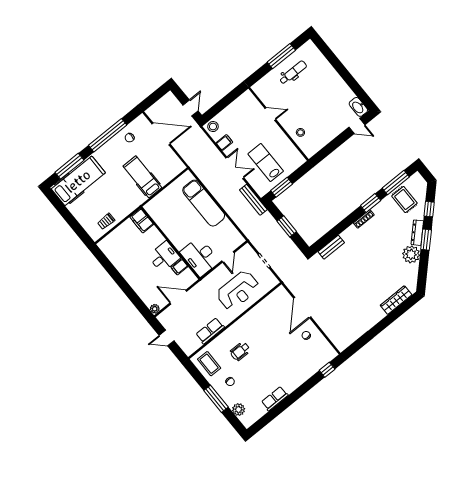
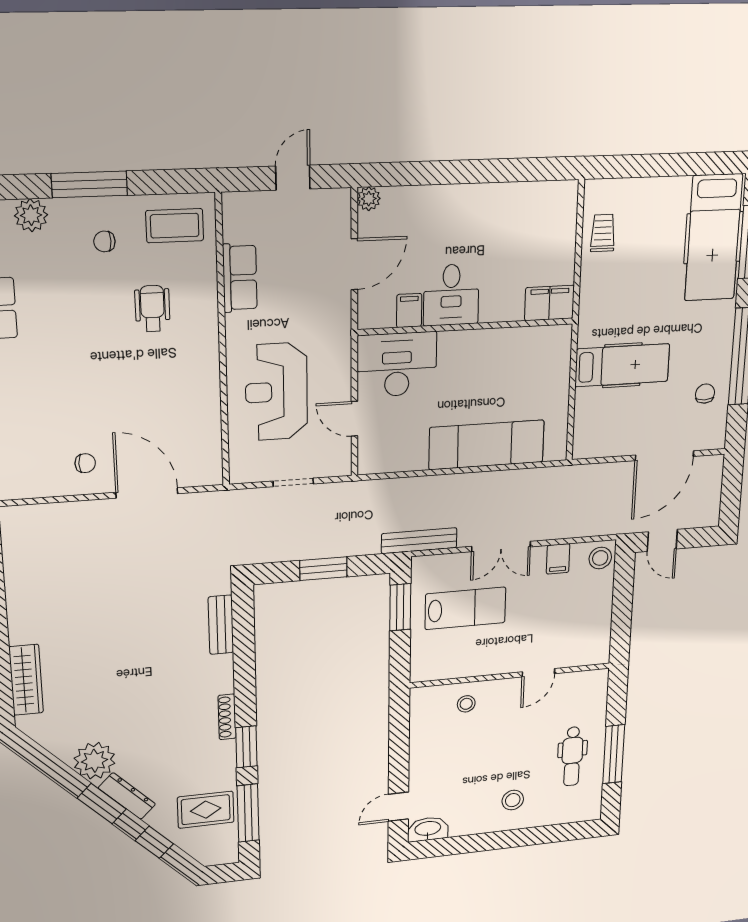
stool: (325, 82) -> (513, 800), added

